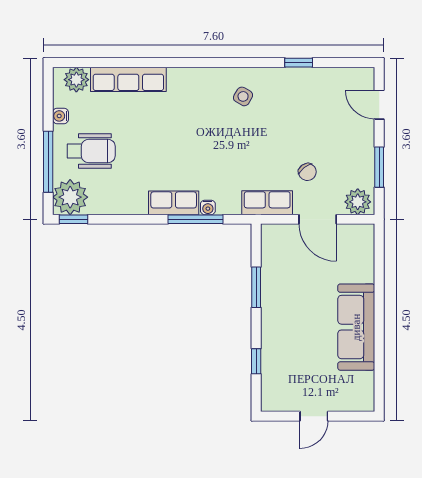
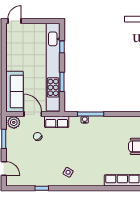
row of seats: (174, 203) -> (101, 122), removed
kitchen unit: (275, 318) -> (53, 67), added
sofa: (356, 327) -> (14, 92), moved
door: (314, 416) -> (15, 21), moved

